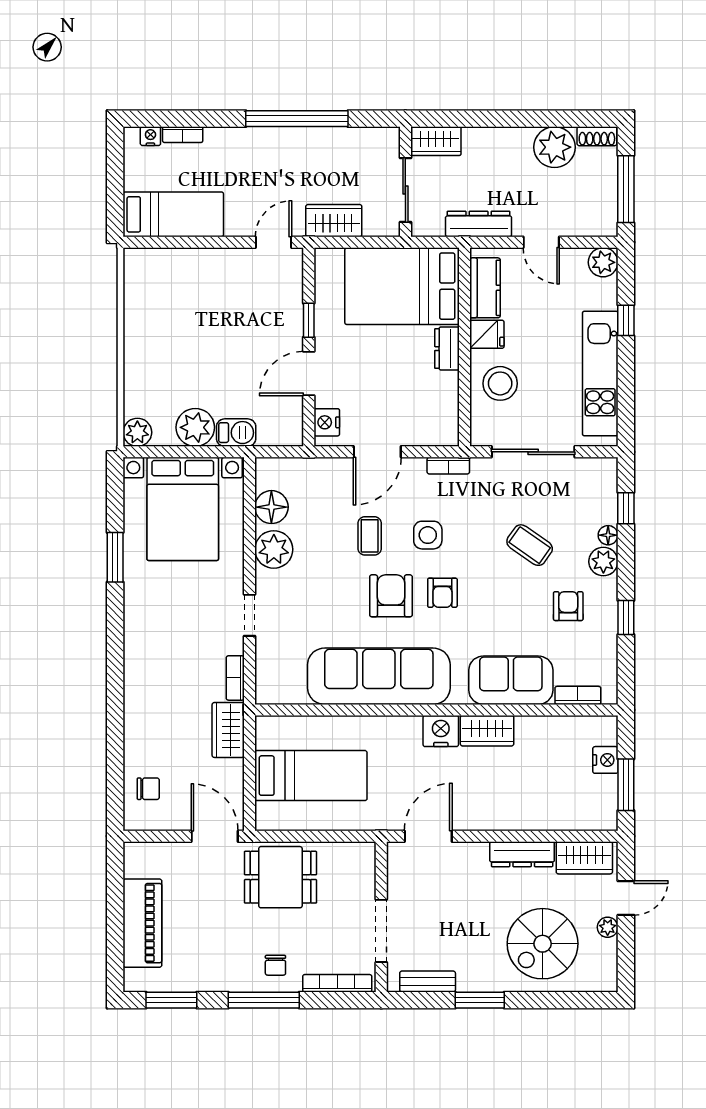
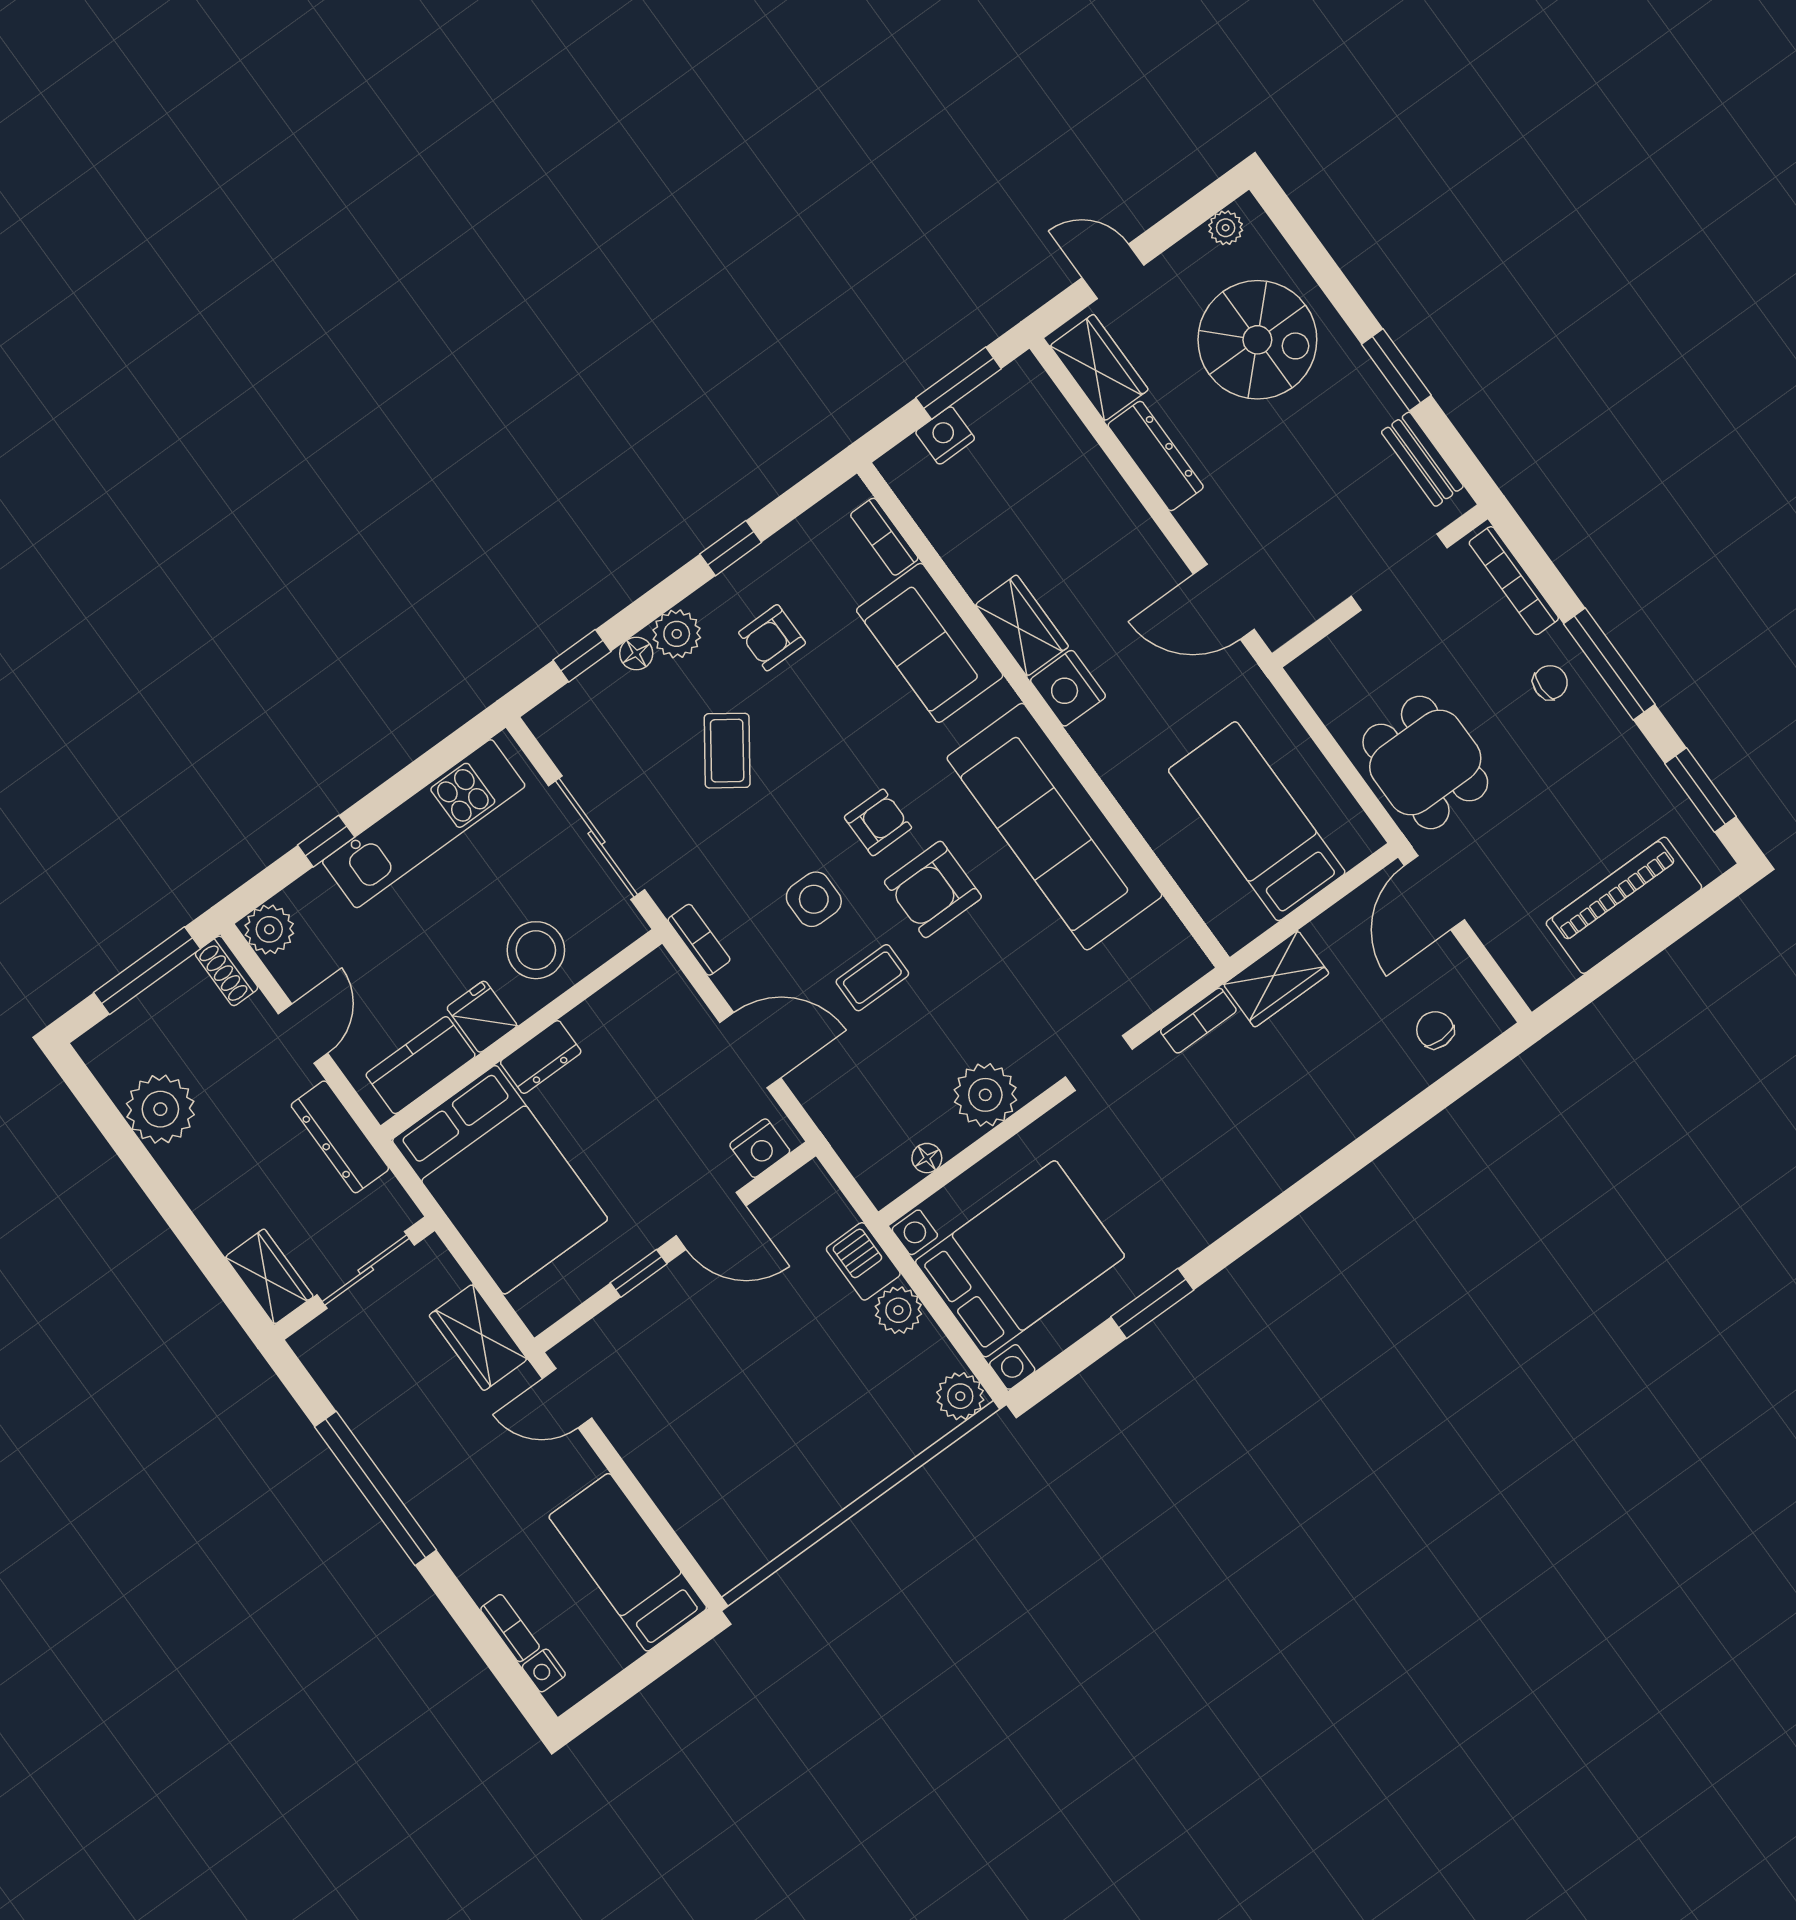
shoe rack: (597, 136) -> (227, 971), moved, turned 180
plant: (195, 427) -> (898, 1310), width x0.73, depth x0.73
floor lamp: (271, 507) -> (927, 1158), width x0.53, depth x0.53
plant: (608, 927) -> (1226, 228), moved

